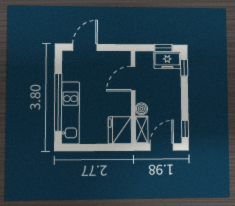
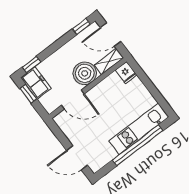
boiler: (141, 109) -> (85, 73), width x1.86, depth x1.86
fridge: (120, 130) -> (126, 73), width x0.53, depth x0.75

